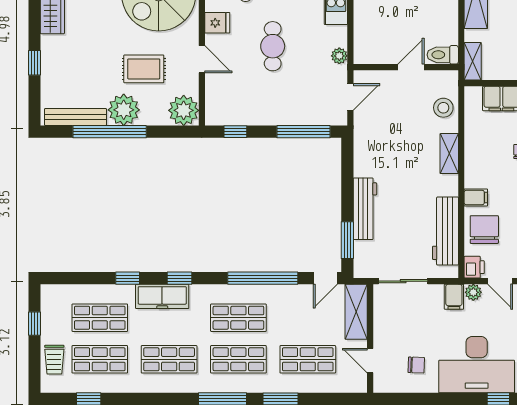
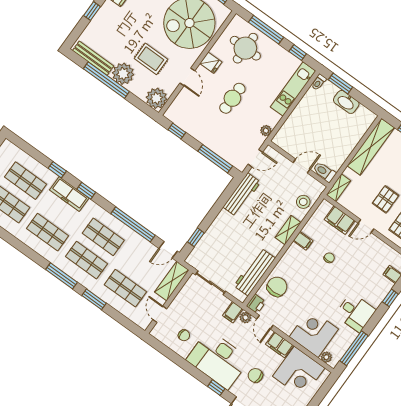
filing cabinet: (476, 198) -> (303, 241), moved
workbench: (365, 209) -> (242, 194), moved
window: (347, 240) -> (196, 237), width x0.67

